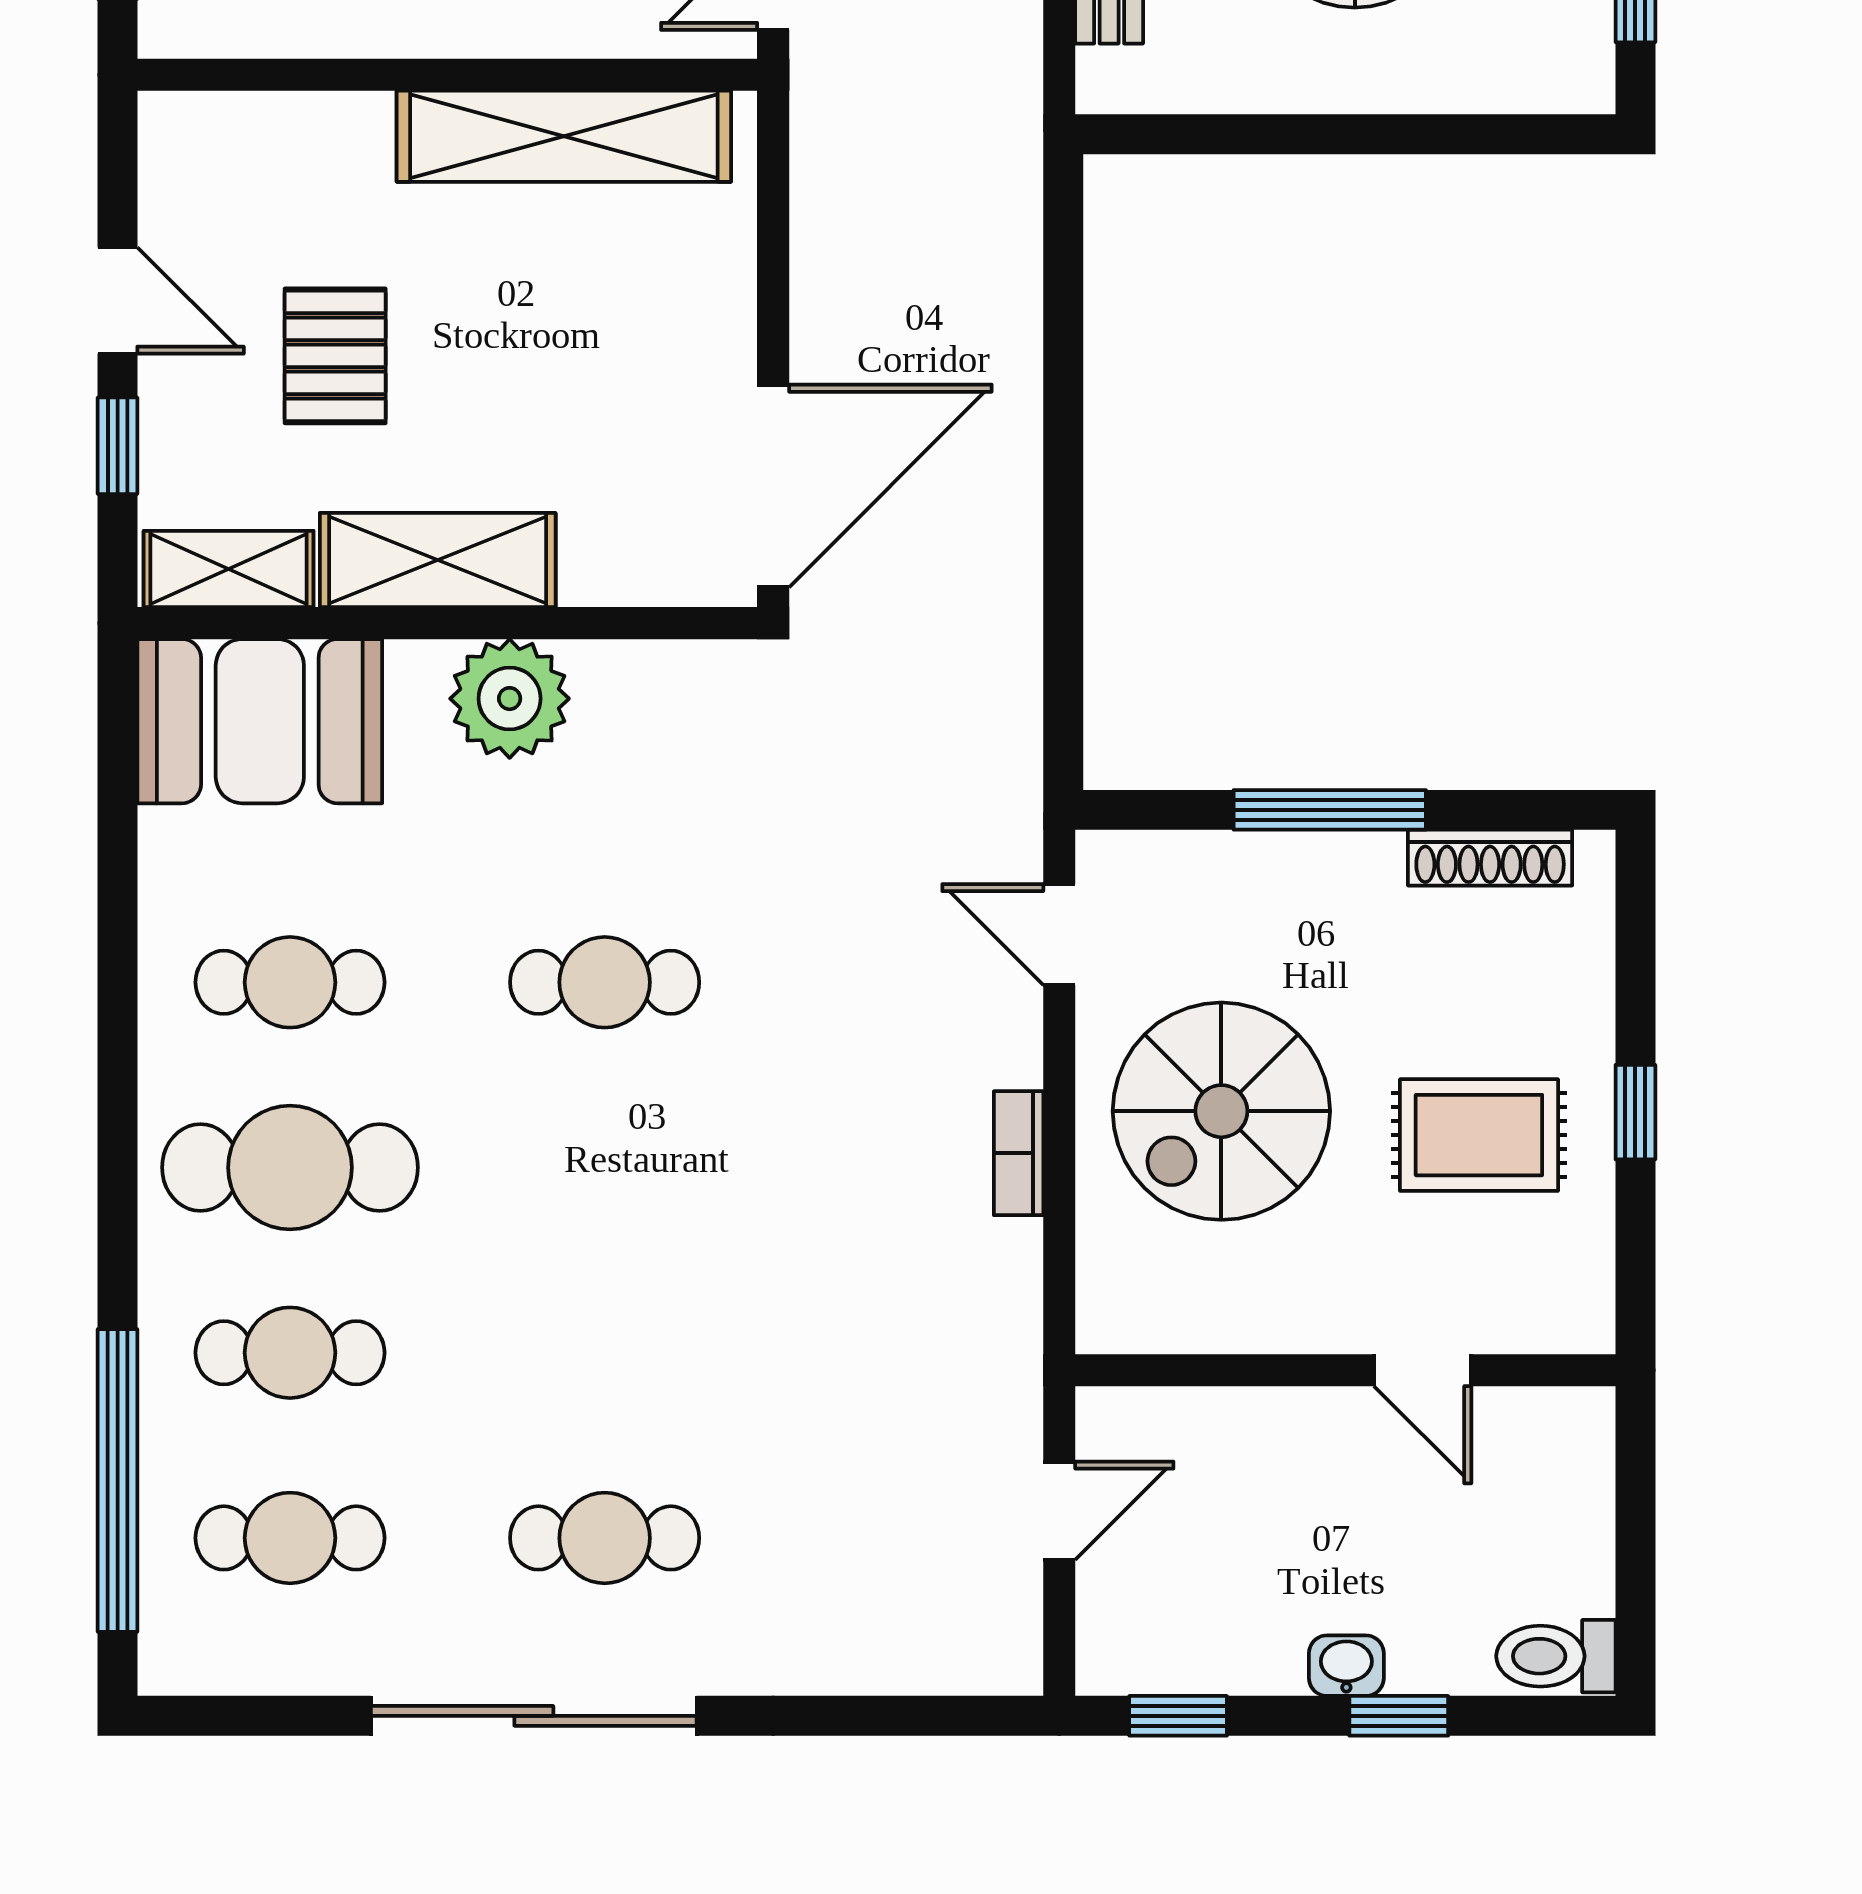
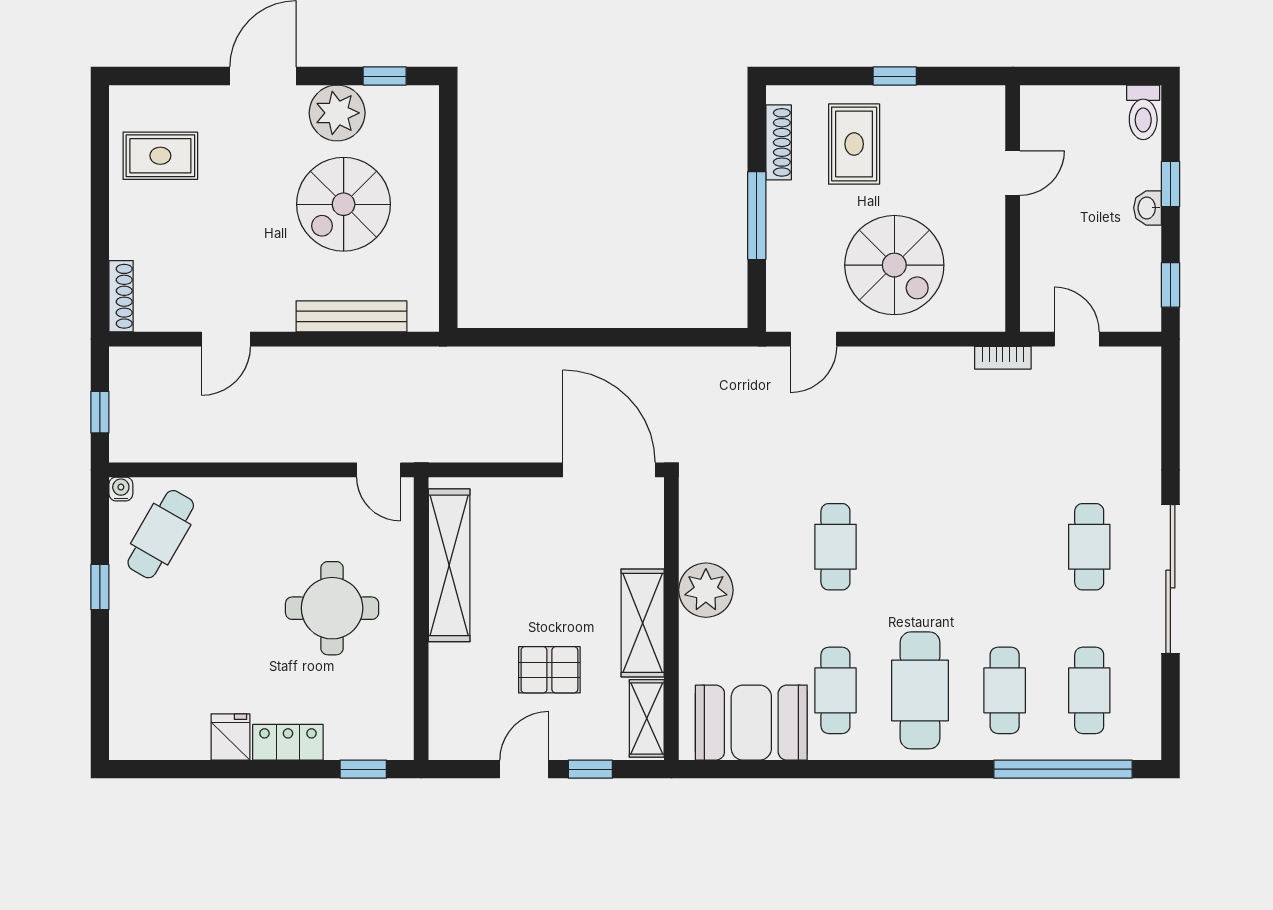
booth: (260, 721) -> (751, 723), moved, turned 90
rug: (1479, 1135) -> (854, 144), moved
bookcase: (1019, 1153) -> (1003, 358), moved

